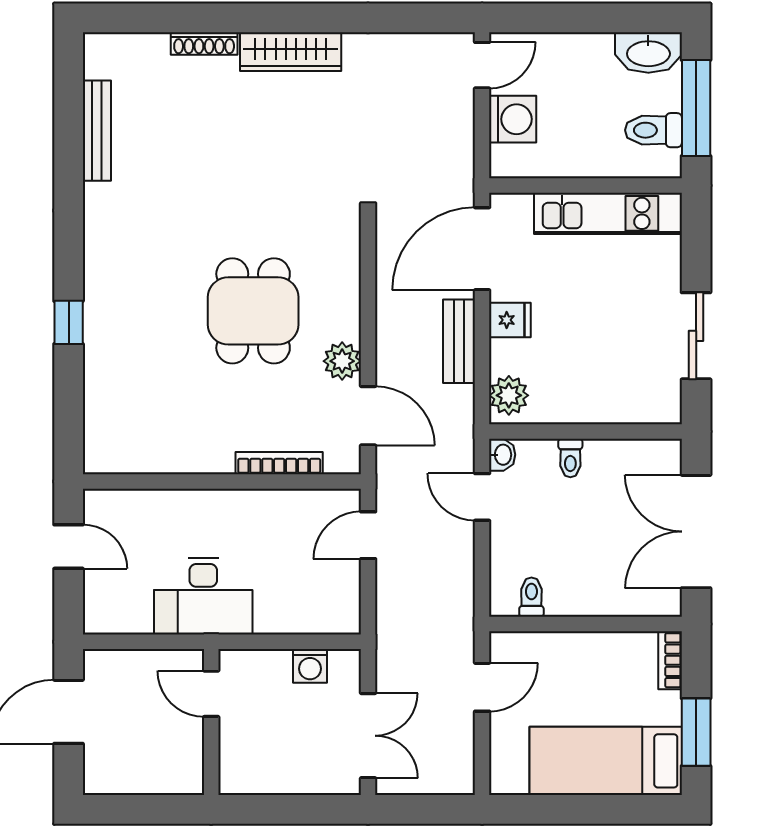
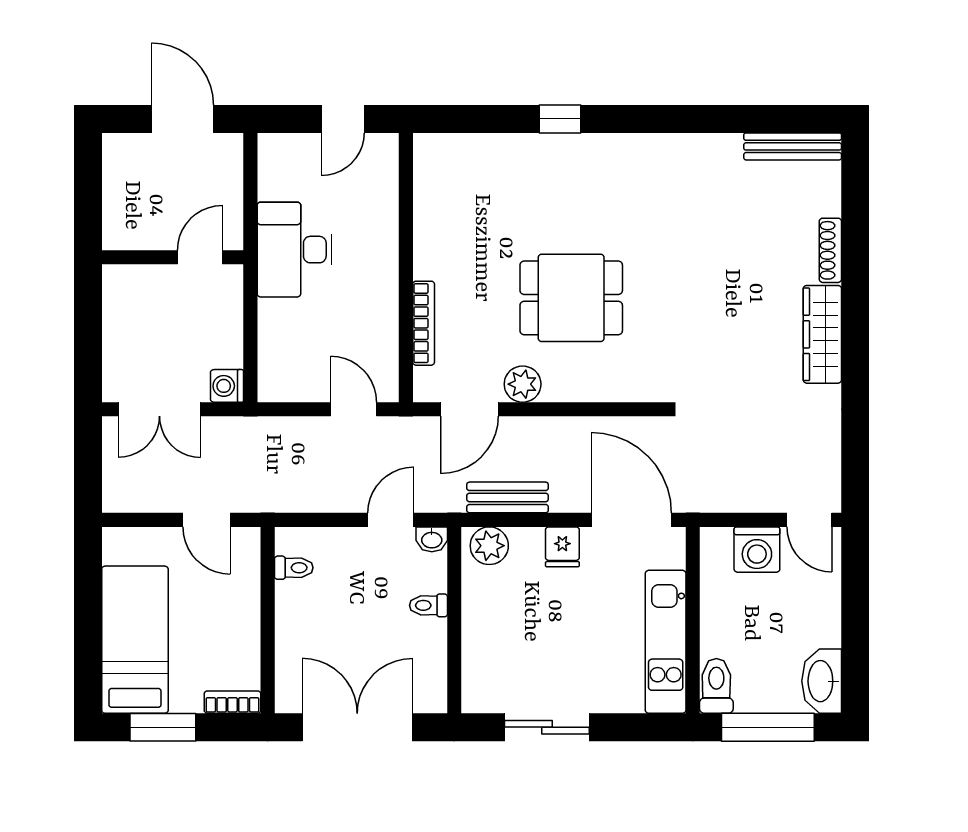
toilet: (653, 130) -> (716, 686), moved
bench: (97, 131) -> (793, 146), moved
bench: (459, 341) -> (508, 497), moved
washing machine: (310, 666) -> (227, 386), moved

